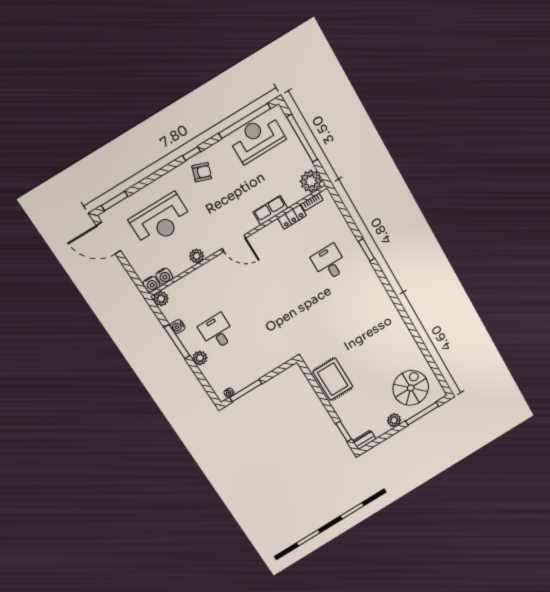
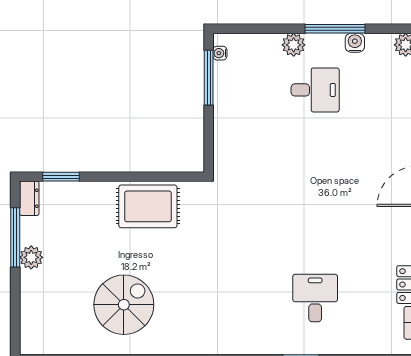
desk: (329, 263) -> (315, 298), turned -90
spiral stairs: (411, 388) -> (124, 305), moved, turned -90
window: (422, 414) -> (15, 237), moved

